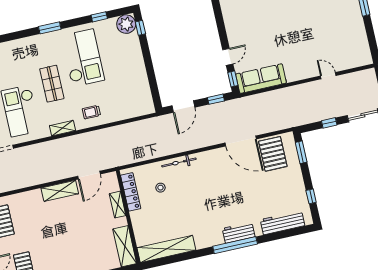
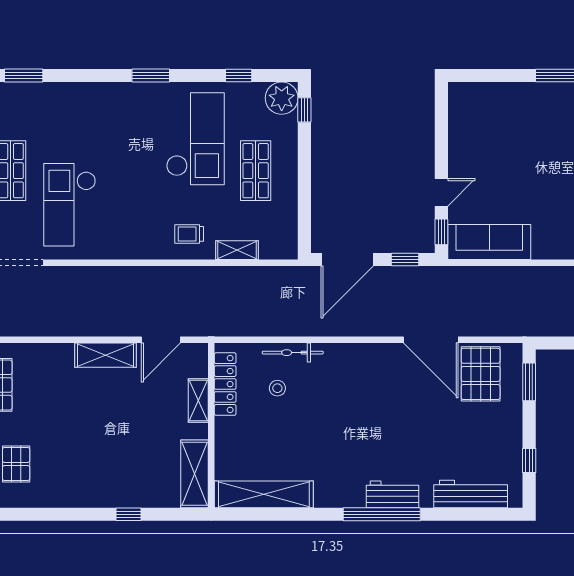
shop shelf: (52, 84) -> (256, 171), moved
door: (183, 106) -> (347, 260), width x1.36
shelving: (62, 128) -> (237, 250), moved
bicycle: (179, 162) -> (293, 353), moved

